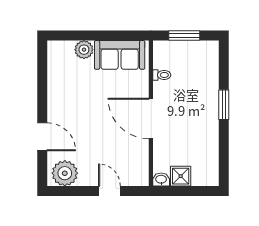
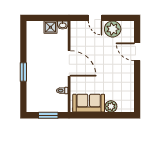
plant: (65, 173) -> (113, 29), moved

